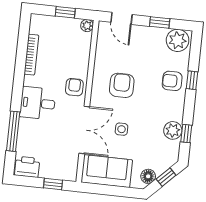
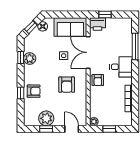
plant: (178, 40) -> (46, 118), moved
printer: (27, 167) -> (98, 24), moved

